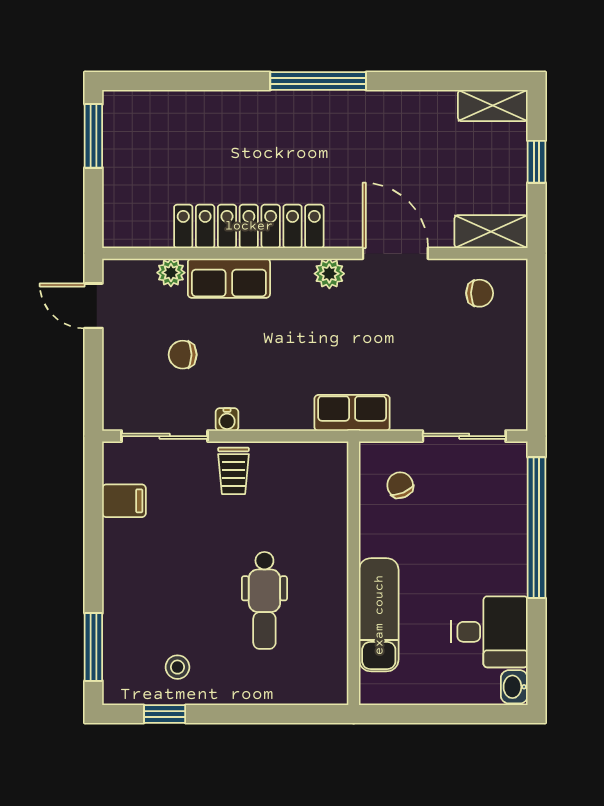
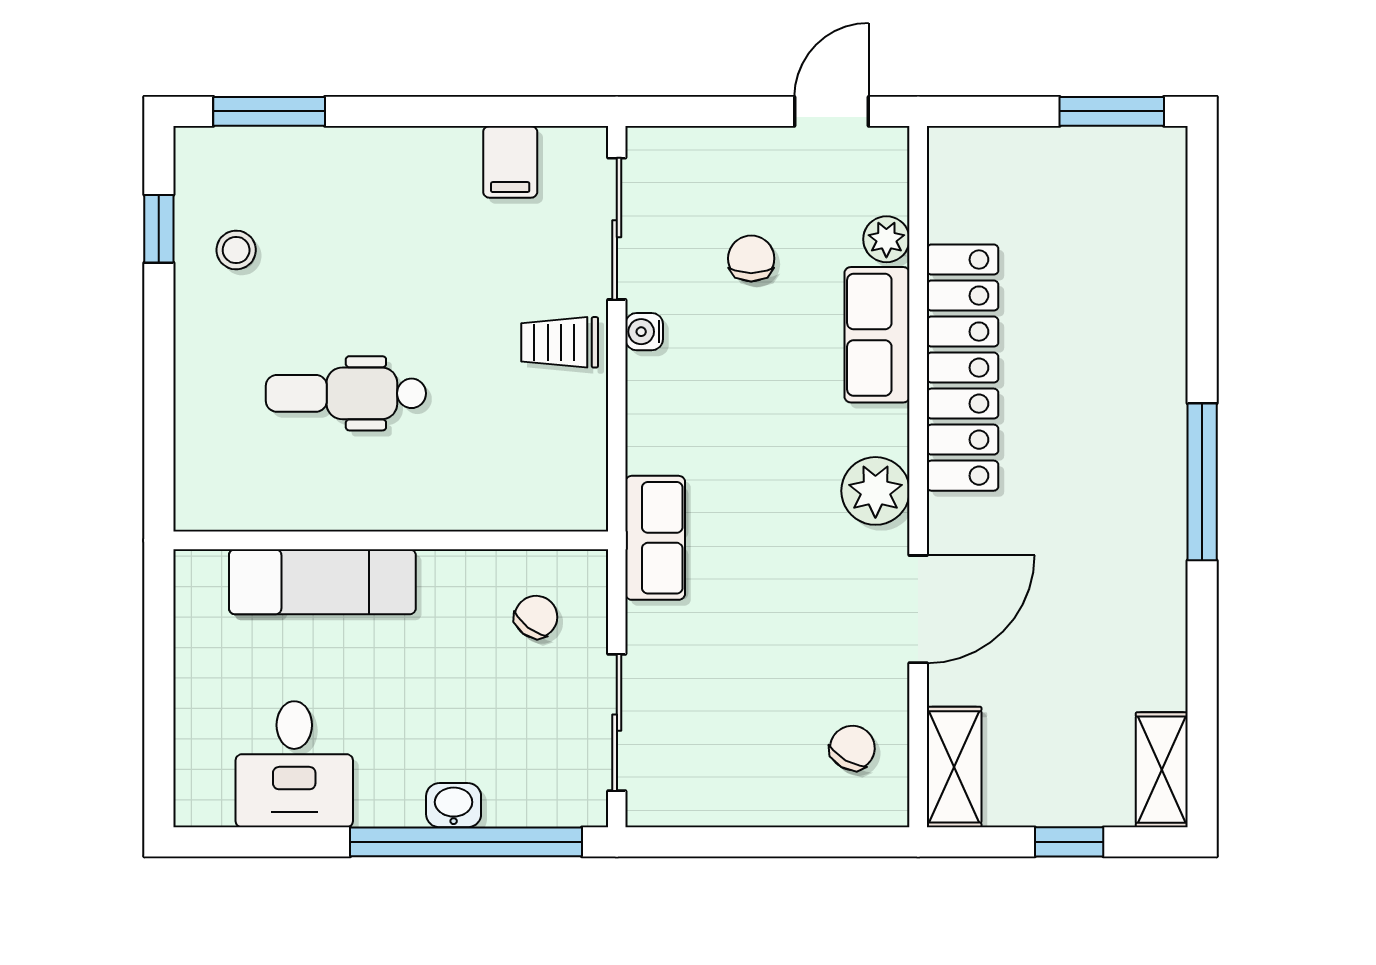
plant: (329, 274) -> (875, 491), width x1.38, depth x1.38
chair: (480, 293) -> (852, 748), turned -150
chair: (400, 485) -> (536, 617), turned -30
washbasin: (514, 687) -> (454, 805), moved

